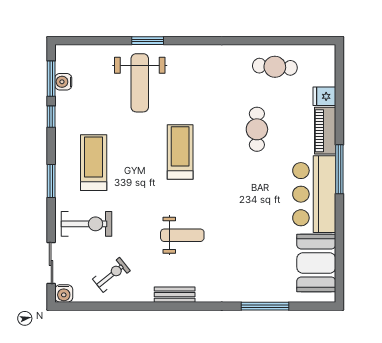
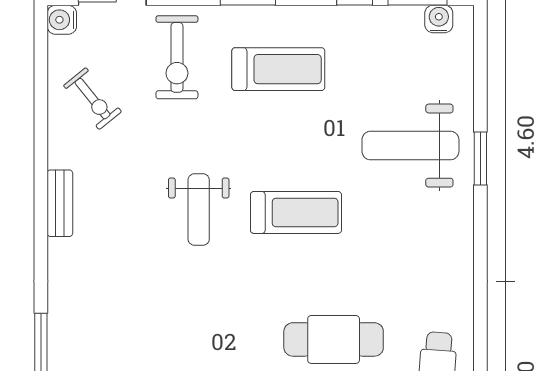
water cooler: (63, 82) -> (439, 19), moved
cafe table: (257, 129) -> (334, 339), width x1.37, depth x1.35
weight bench: (182, 235) -> (199, 210), moved

